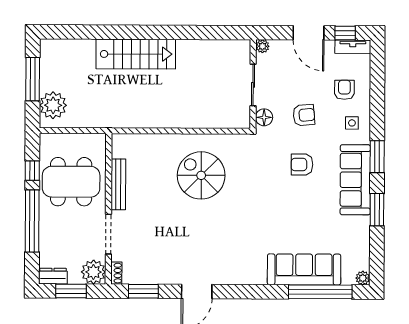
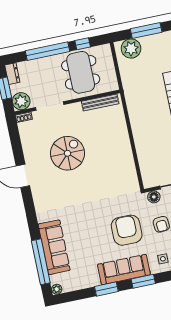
armchair: (302, 165) -> (127, 230), width x1.88, depth x1.88
spiral stairs: (201, 175) -> (68, 153), moved
bench: (118, 184) -> (100, 103), moved
window: (143, 291) -> (15, 139), removed

